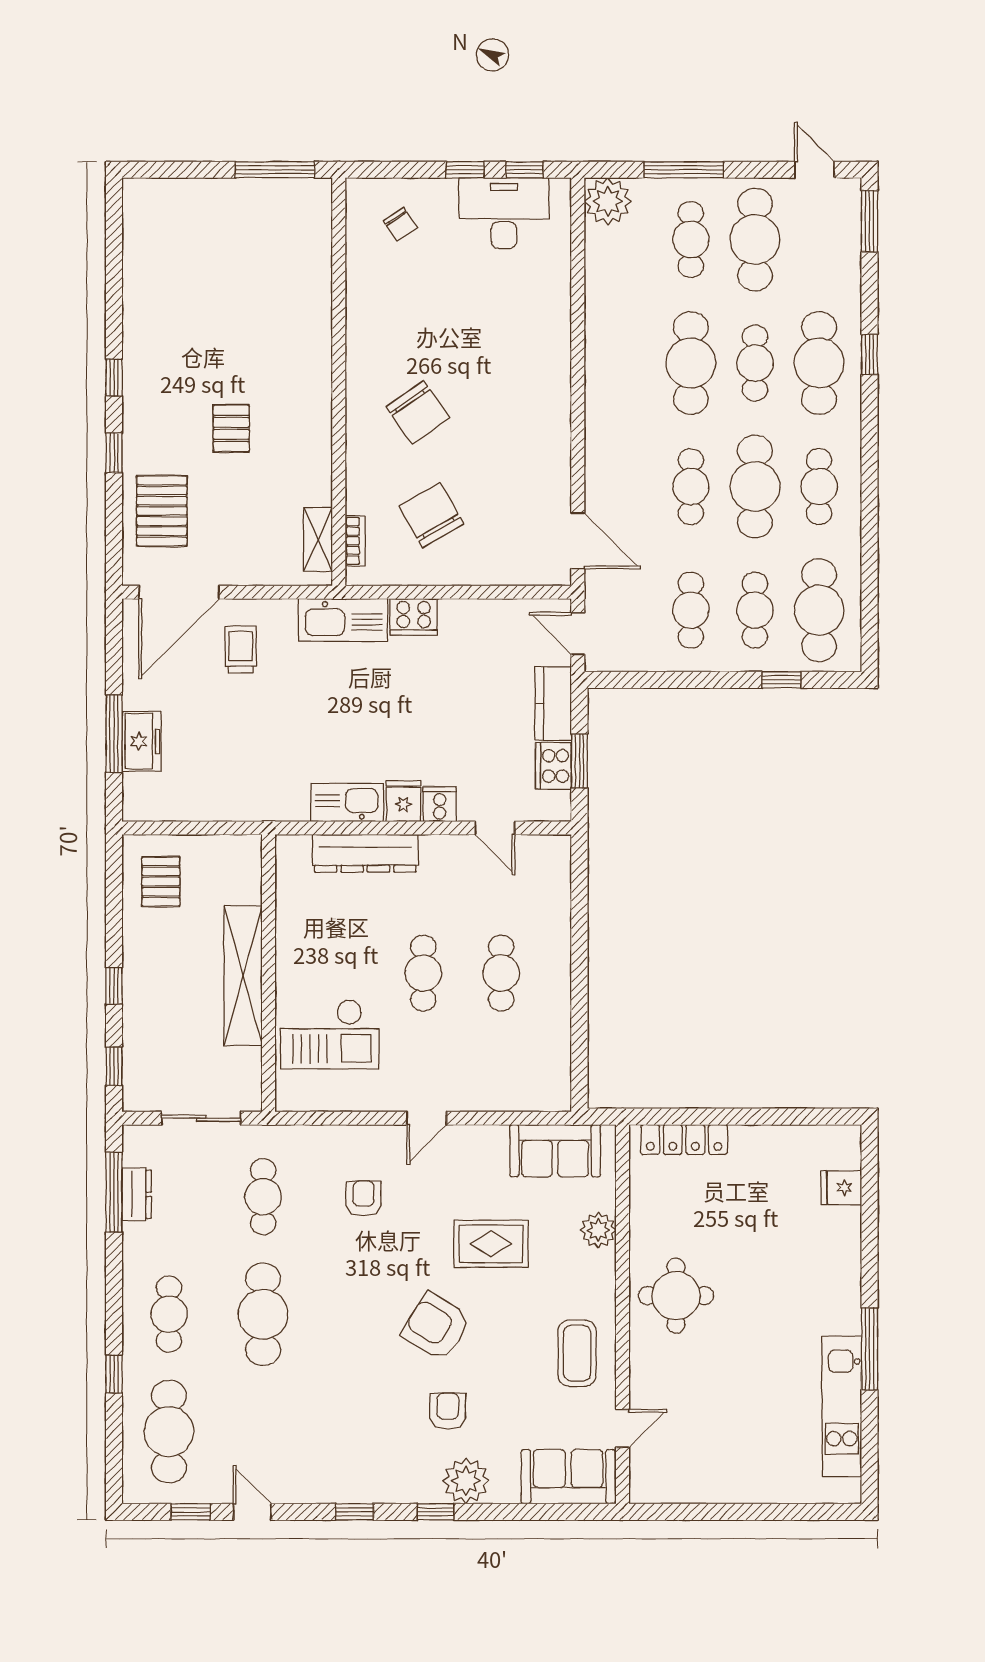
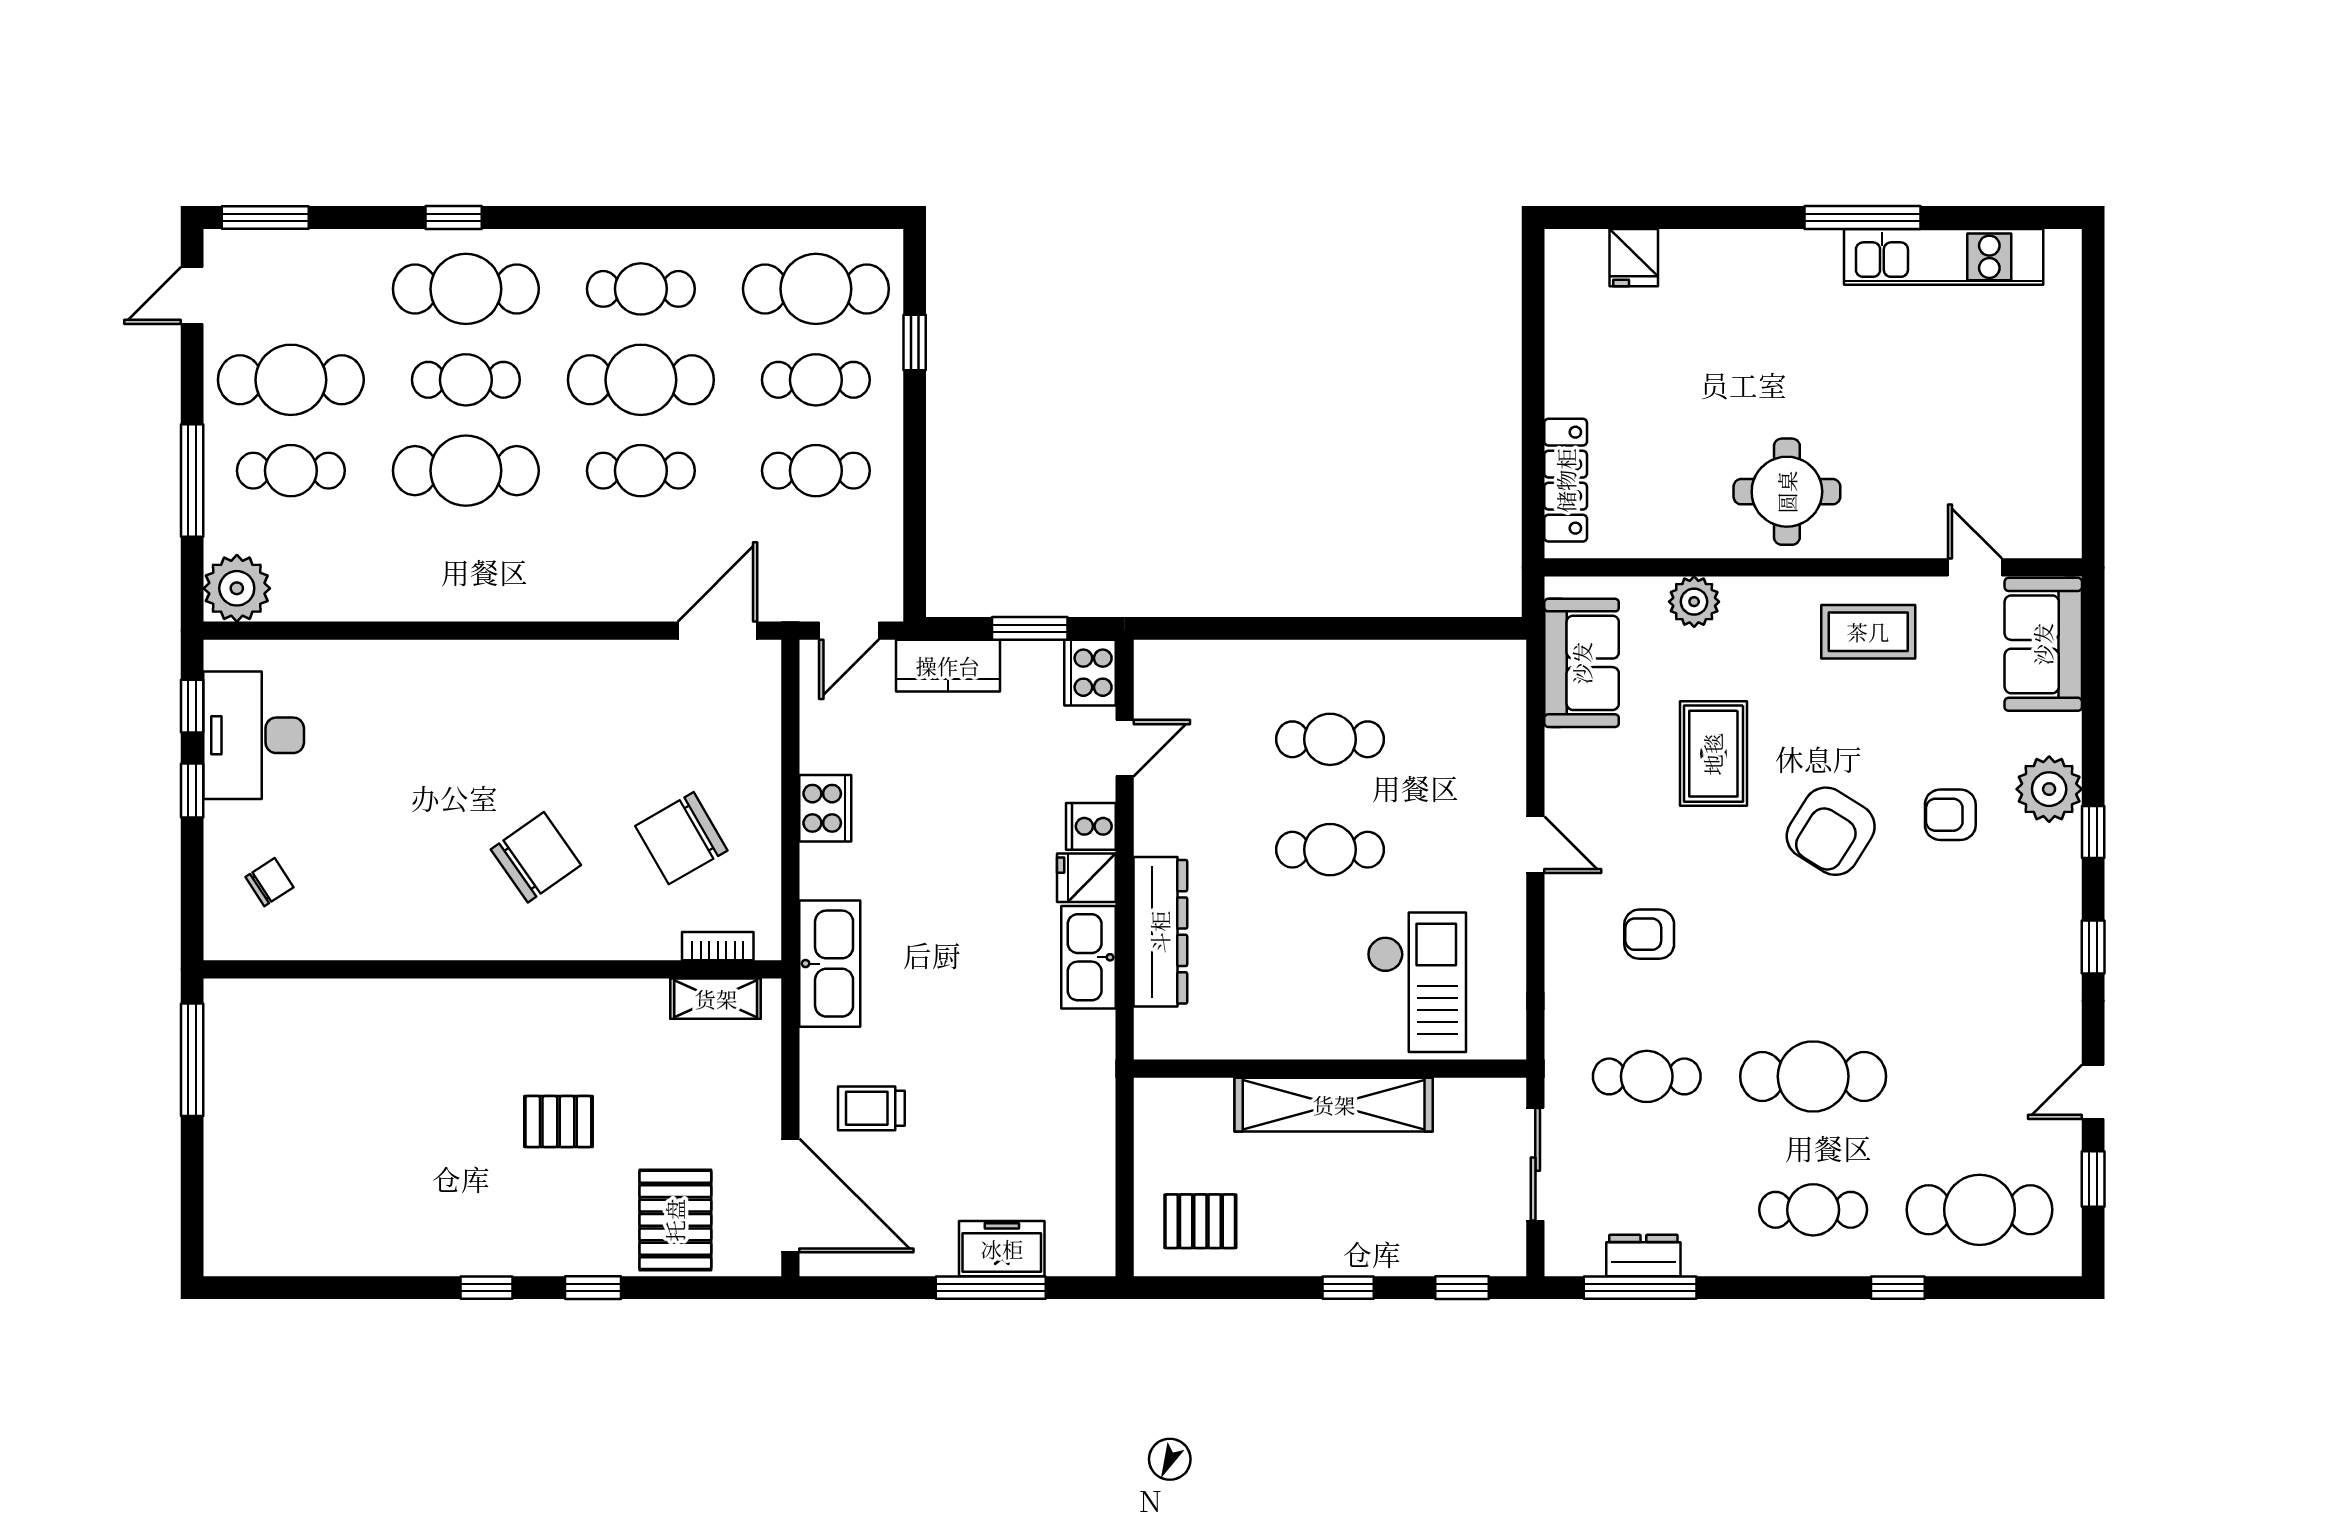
pallet: (162, 511) -> (675, 1220), turned 90
cooker: (414, 617) -> (825, 808), moved
cooker: (553, 766) -> (1090, 673), moved, turned 90

